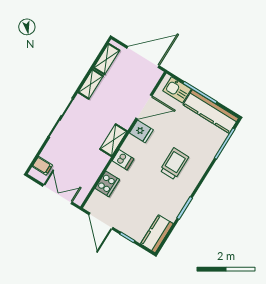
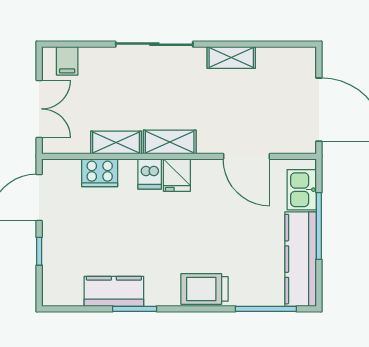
shelving: (107, 59) -> (116, 143), moved
fridge: (141, 131) -> (177, 175), moved
trolley: (174, 164) -> (205, 289), moved, turned 180
kitchen counter: (157, 234) -> (114, 291), moved

